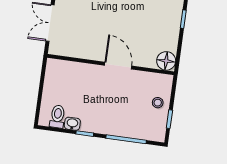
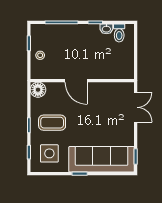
coffee table: (154, 18) -> (52, 123), added

